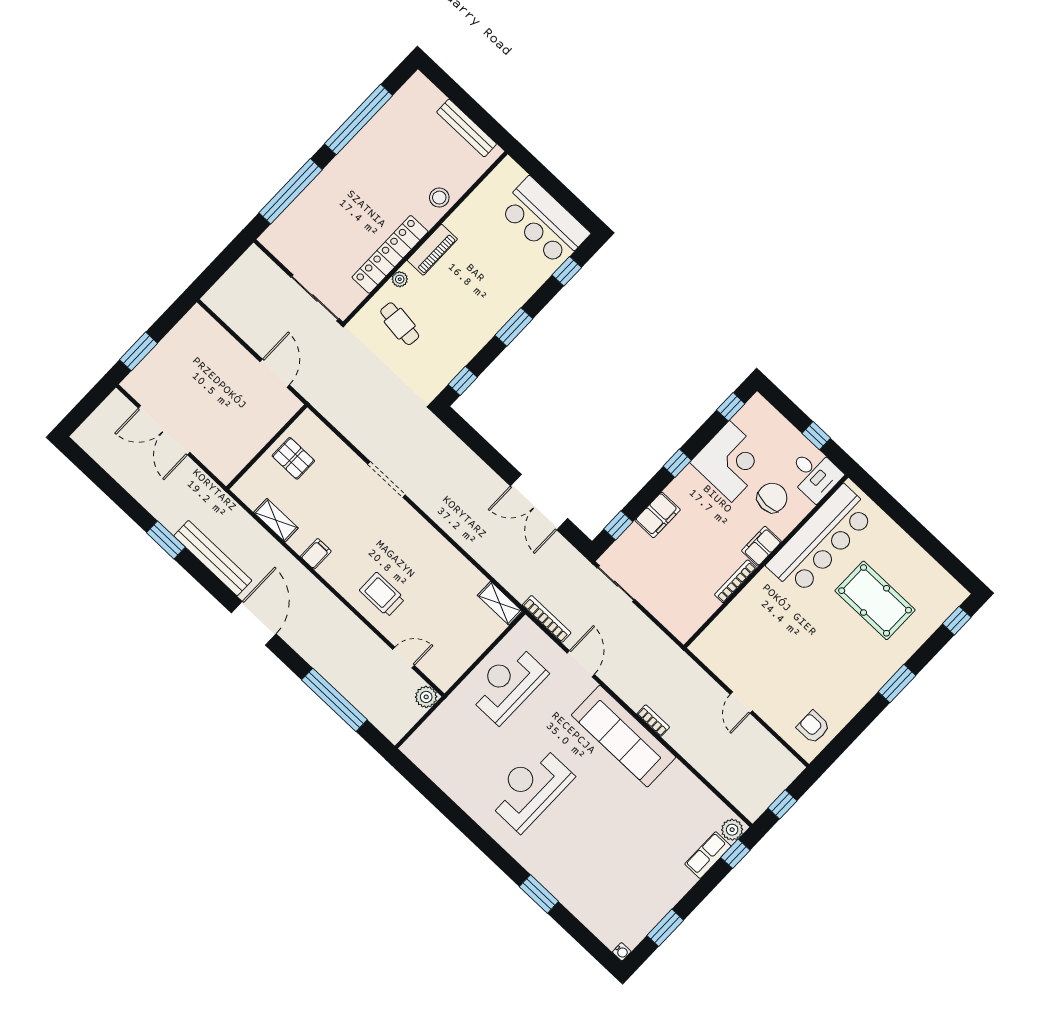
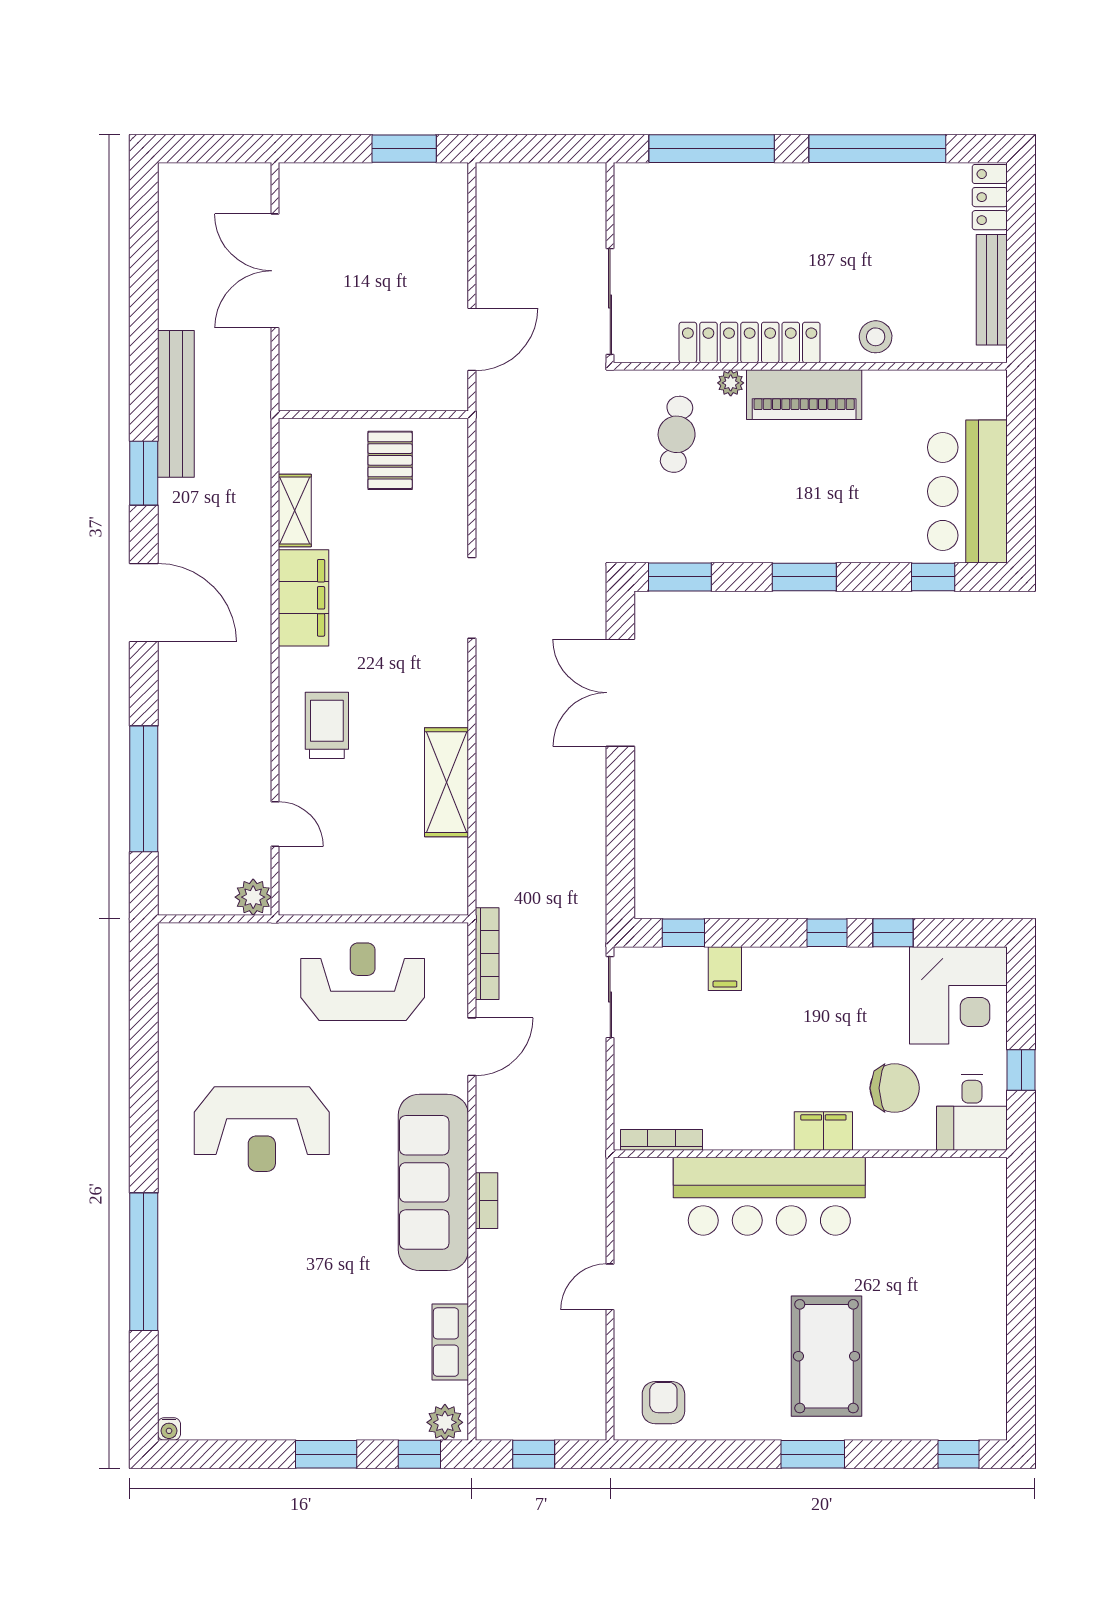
locker: (426, 91) -> (990, 197), added
piano: (432, 250) -> (804, 395), width x1.37, depth x1.33
window: (139, 351) -> (404, 149), moved
window: (463, 381) -> (680, 577), width x1.50
window: (731, 407) -> (893, 933), moved
corner desk: (731, 461) -> (958, 995), moved
double door: (539, 502) -> (620, 693), moved
filing cabinet: (658, 515) -> (725, 969), width x0.50
window: (166, 540) -> (144, 473), moved
bar counter: (821, 540) -> (769, 1196), moved
filing cabinet: (316, 554) -> (303, 598), width x3.00, depth x1.17
bench: (213, 558) -> (176, 404), moved
bookcase: (735, 581) -> (661, 1140), moved
pool table: (875, 600) -> (826, 1356), moved
shelving: (500, 603) -> (447, 782), moved, width x1.50, depth x1.33
door: (254, 623) -> (144, 603), hinge flipped
reception desk: (530, 788) -> (262, 1129), turned 180
row of seats: (708, 855) -> (450, 1342), moved, turned -90
window: (539, 894) -> (144, 1262), width x2.11
window: (665, 928) -> (326, 1454), moved

